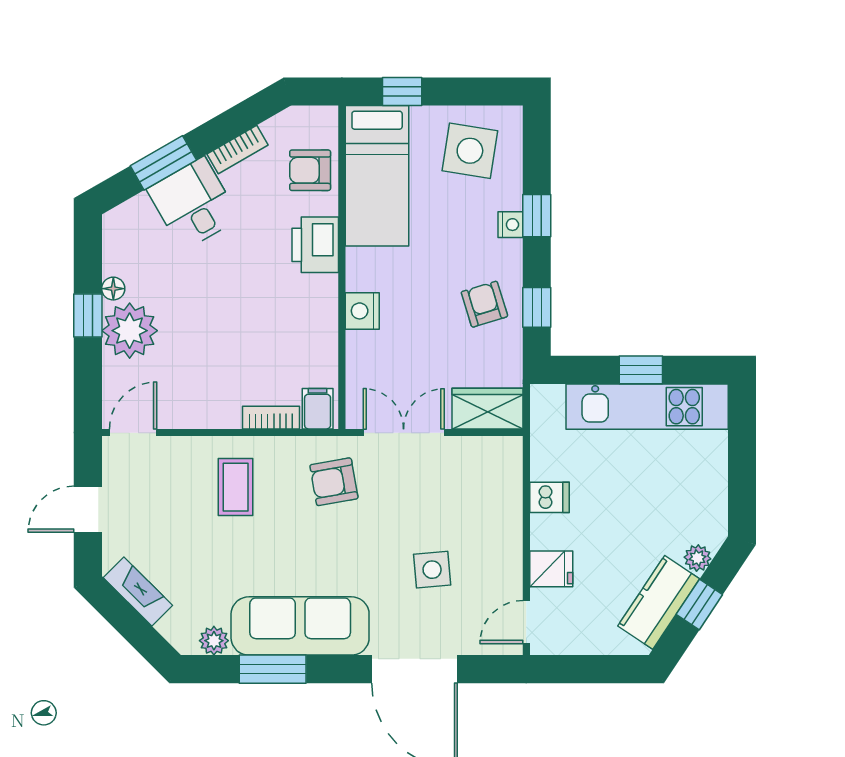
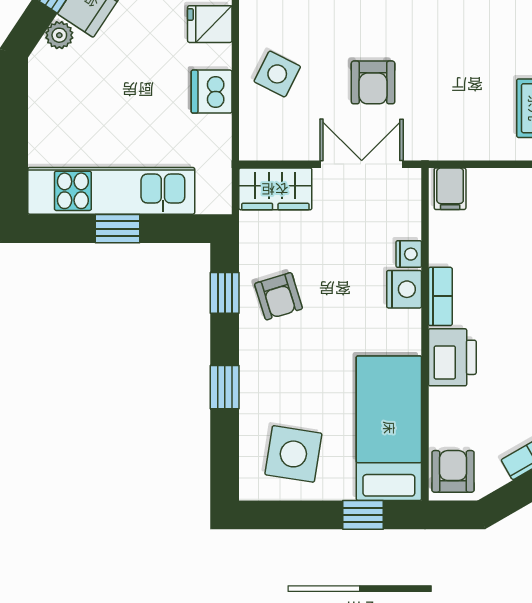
armchair: (310, 170) -> (453, 471), moved, turned -90
nightstand: (510, 225) -> (409, 254), moved, turned 180
bookcase: (271, 418) -> (440, 296), moved, turned -90
double door: (404, 433) -> (362, 164), swing flipped
armchair: (334, 482) -> (373, 82), moved, turned 100
dishwasher: (549, 497) -> (212, 92), width x1.38
side table: (432, 570) -> (277, 74), moved, turned 32

